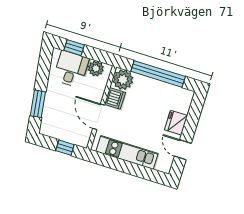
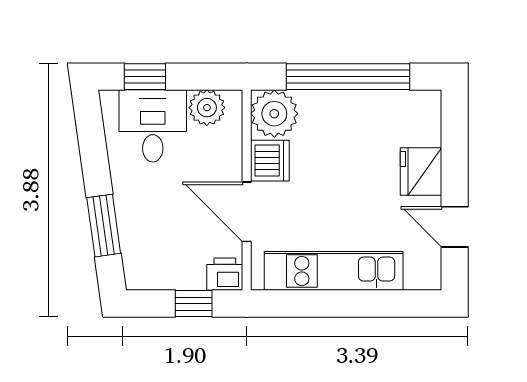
printer: (82, 140) -> (225, 274), added

